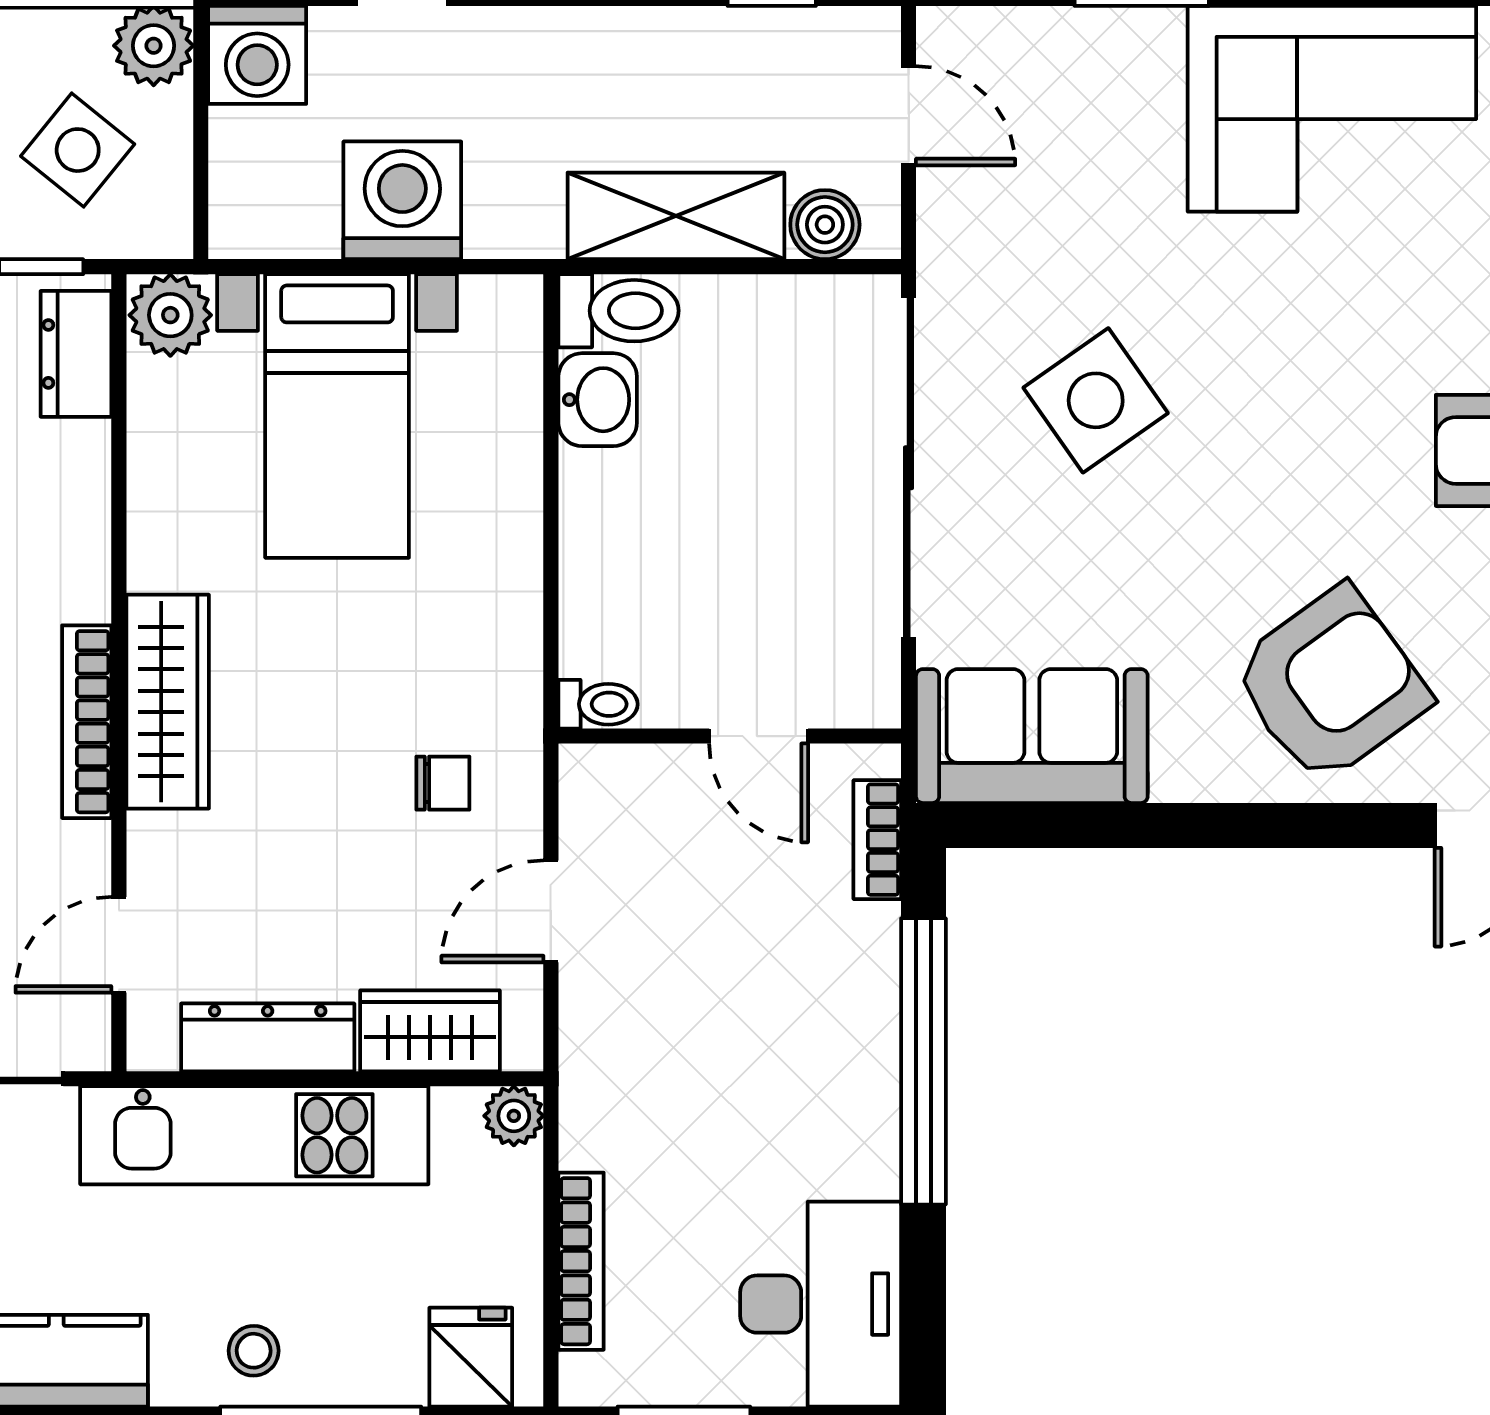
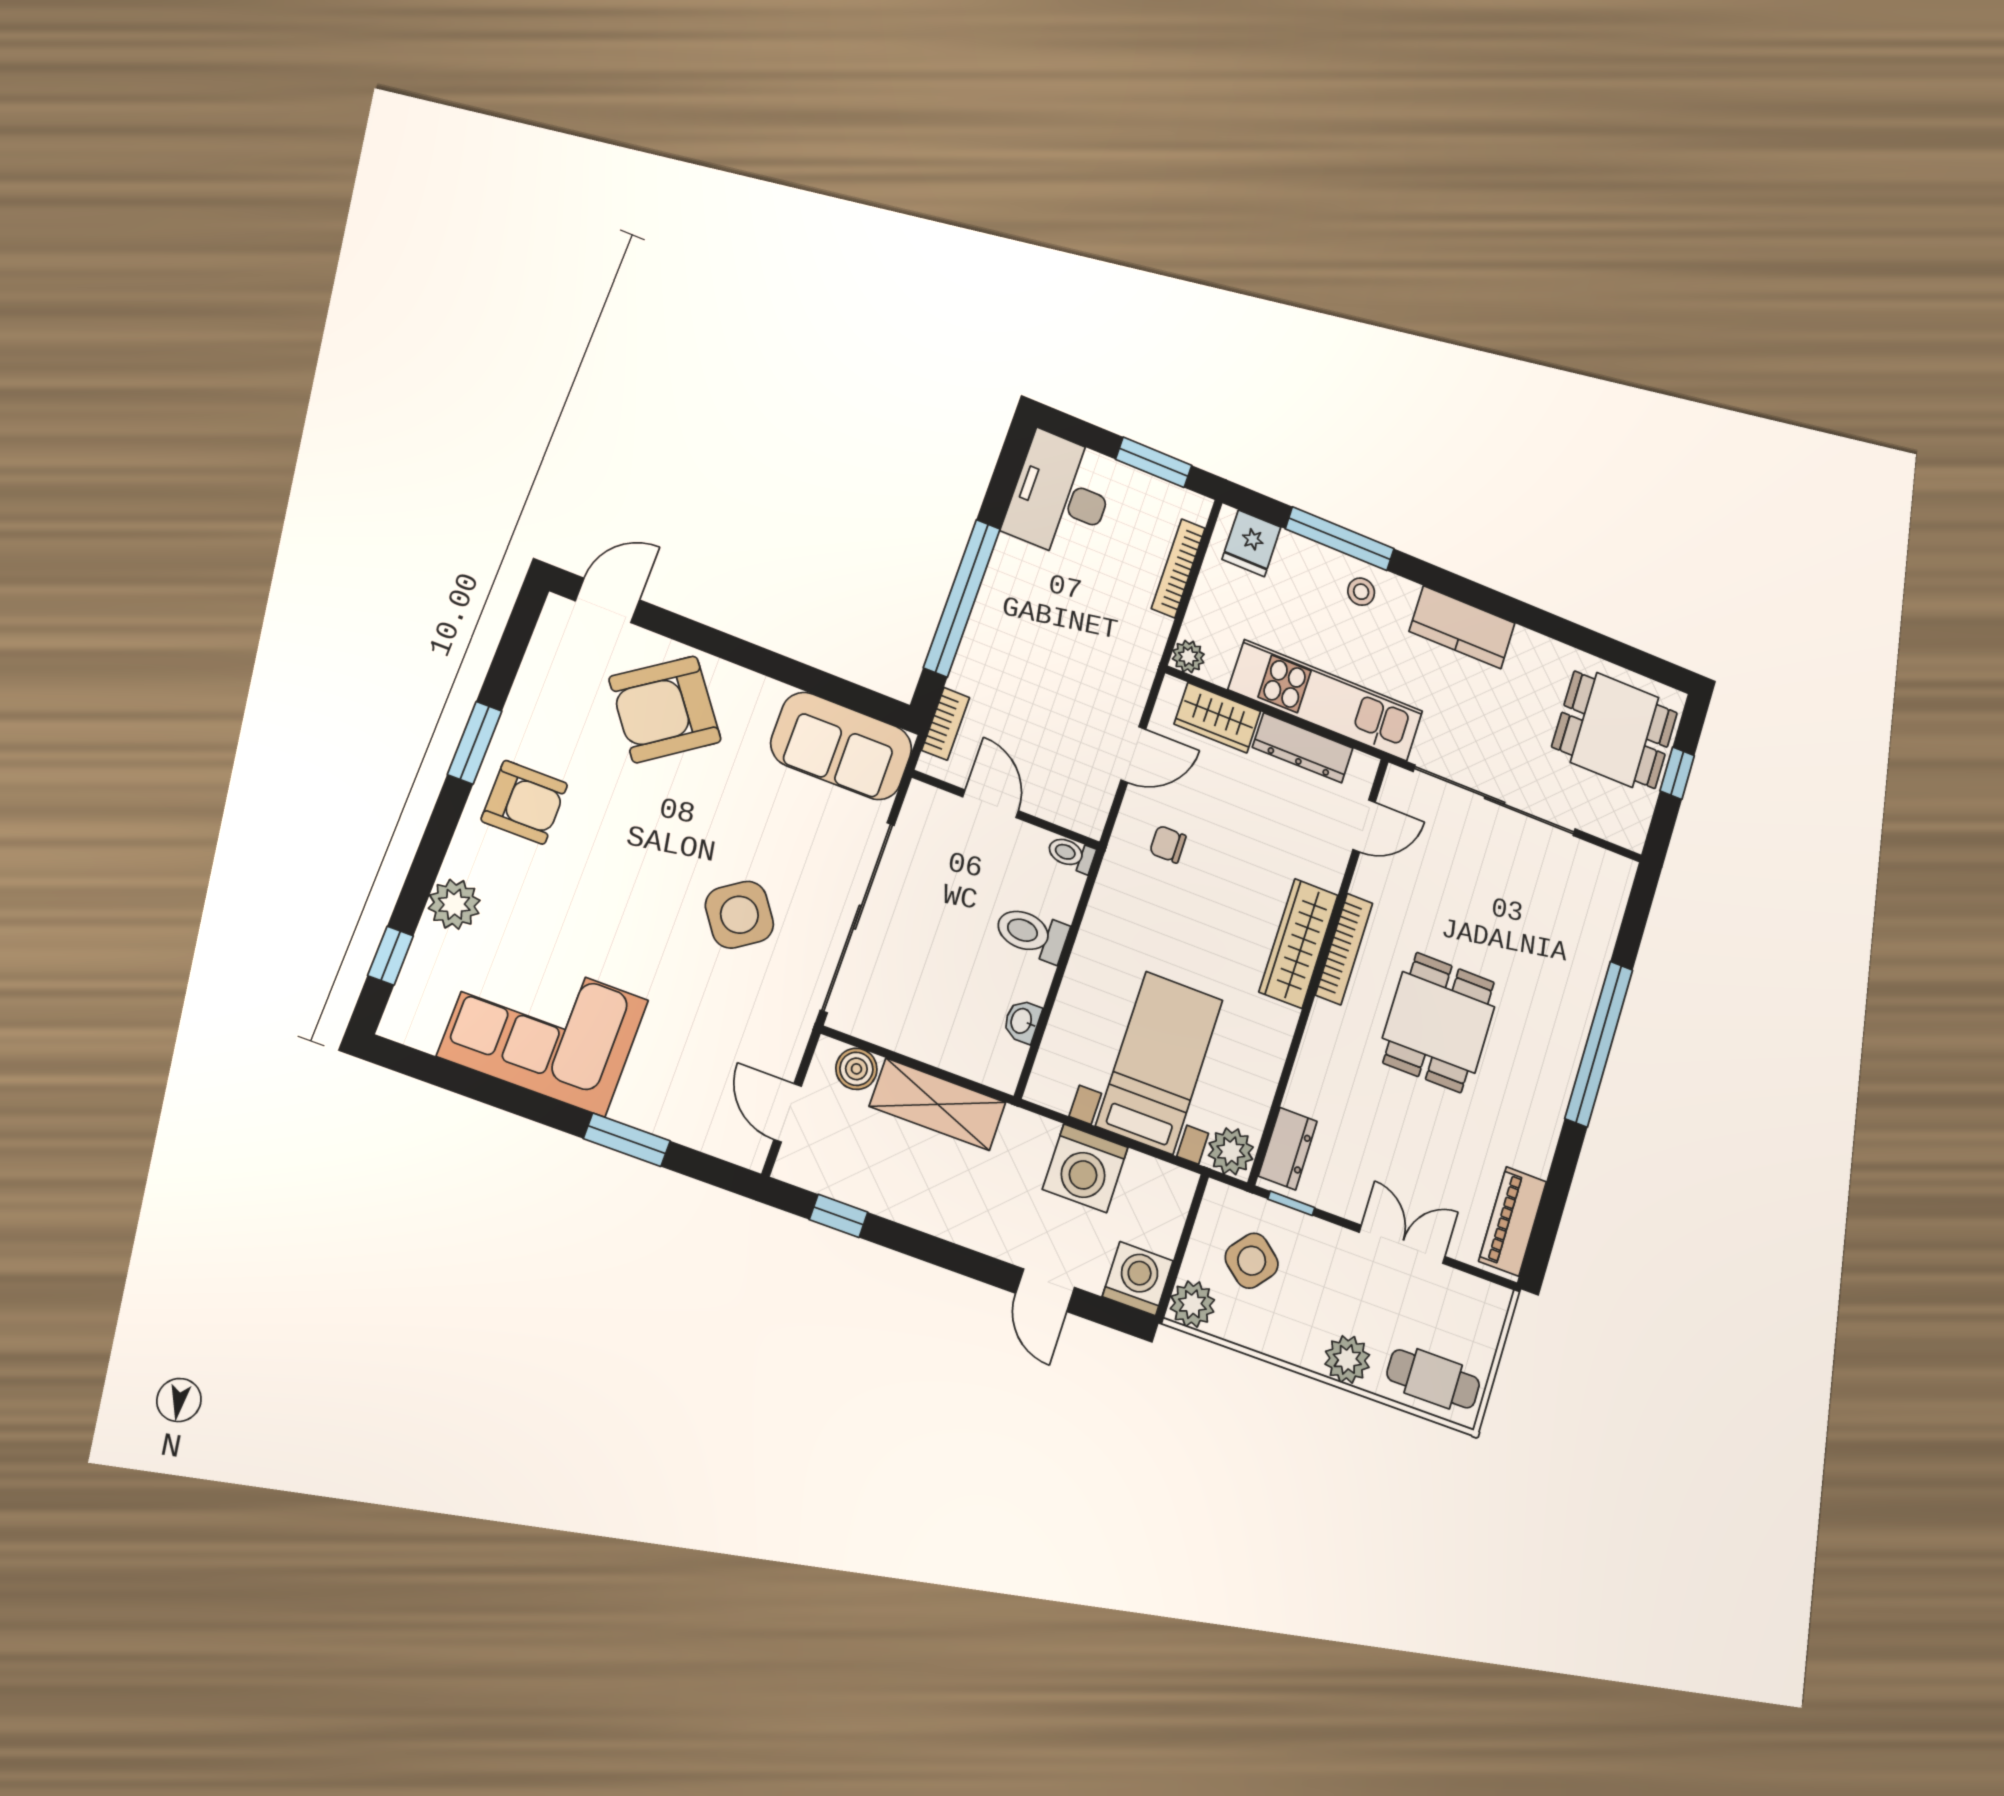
toilet: (619, 311) -> (1032, 934), moved
washbasin: (598, 400) -> (1022, 1021), width x0.72, depth x0.69

